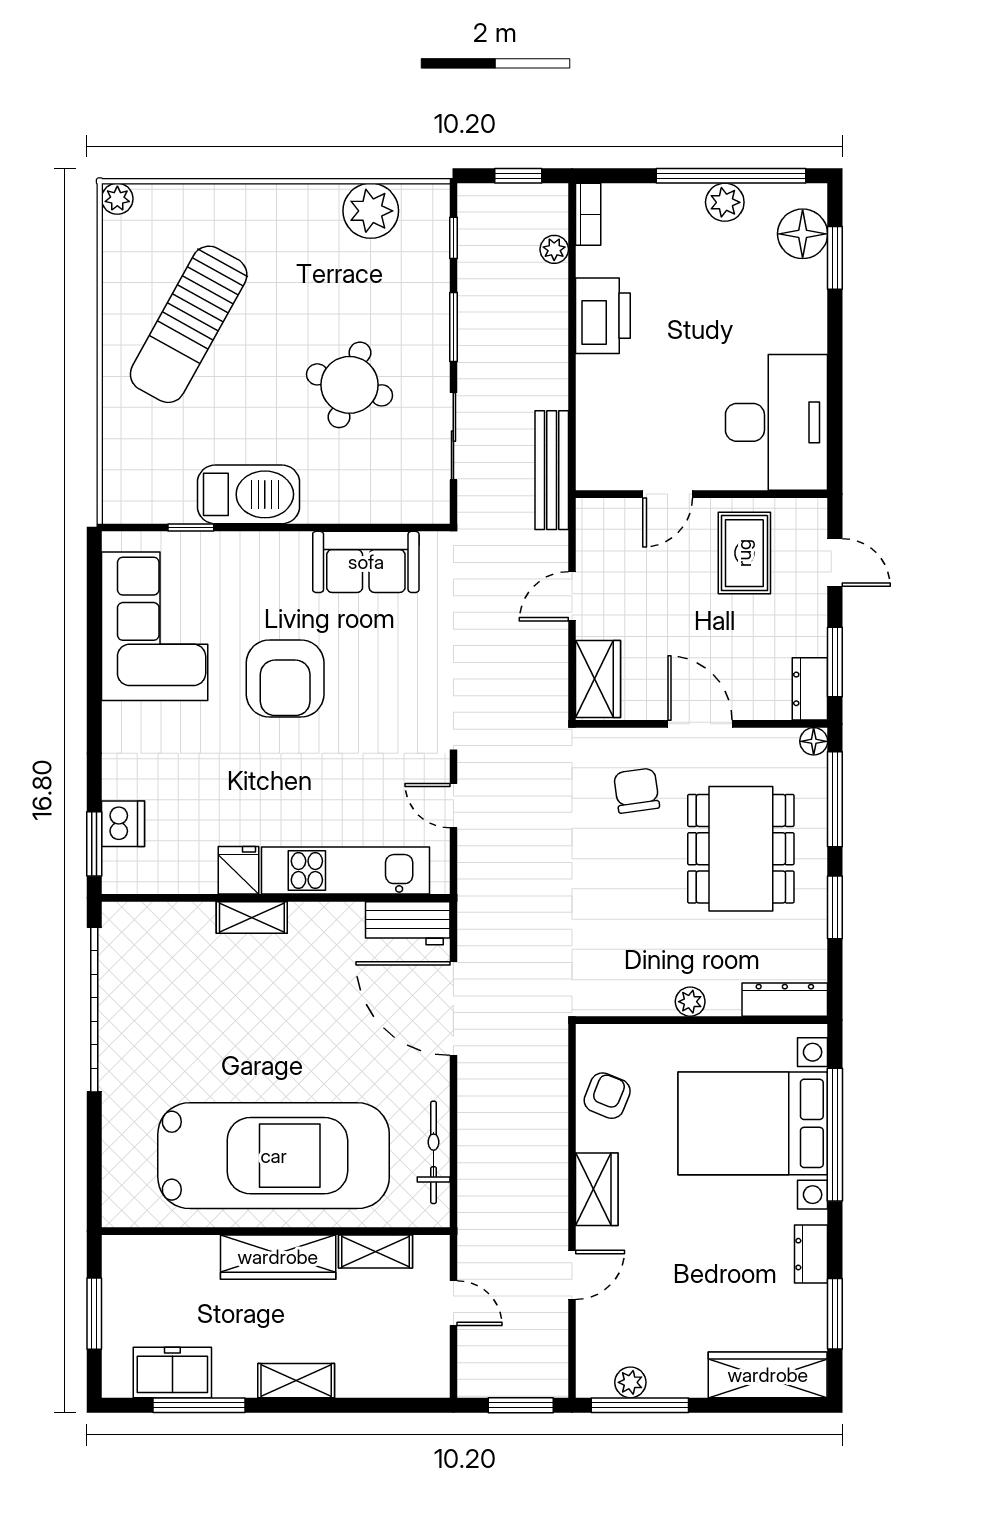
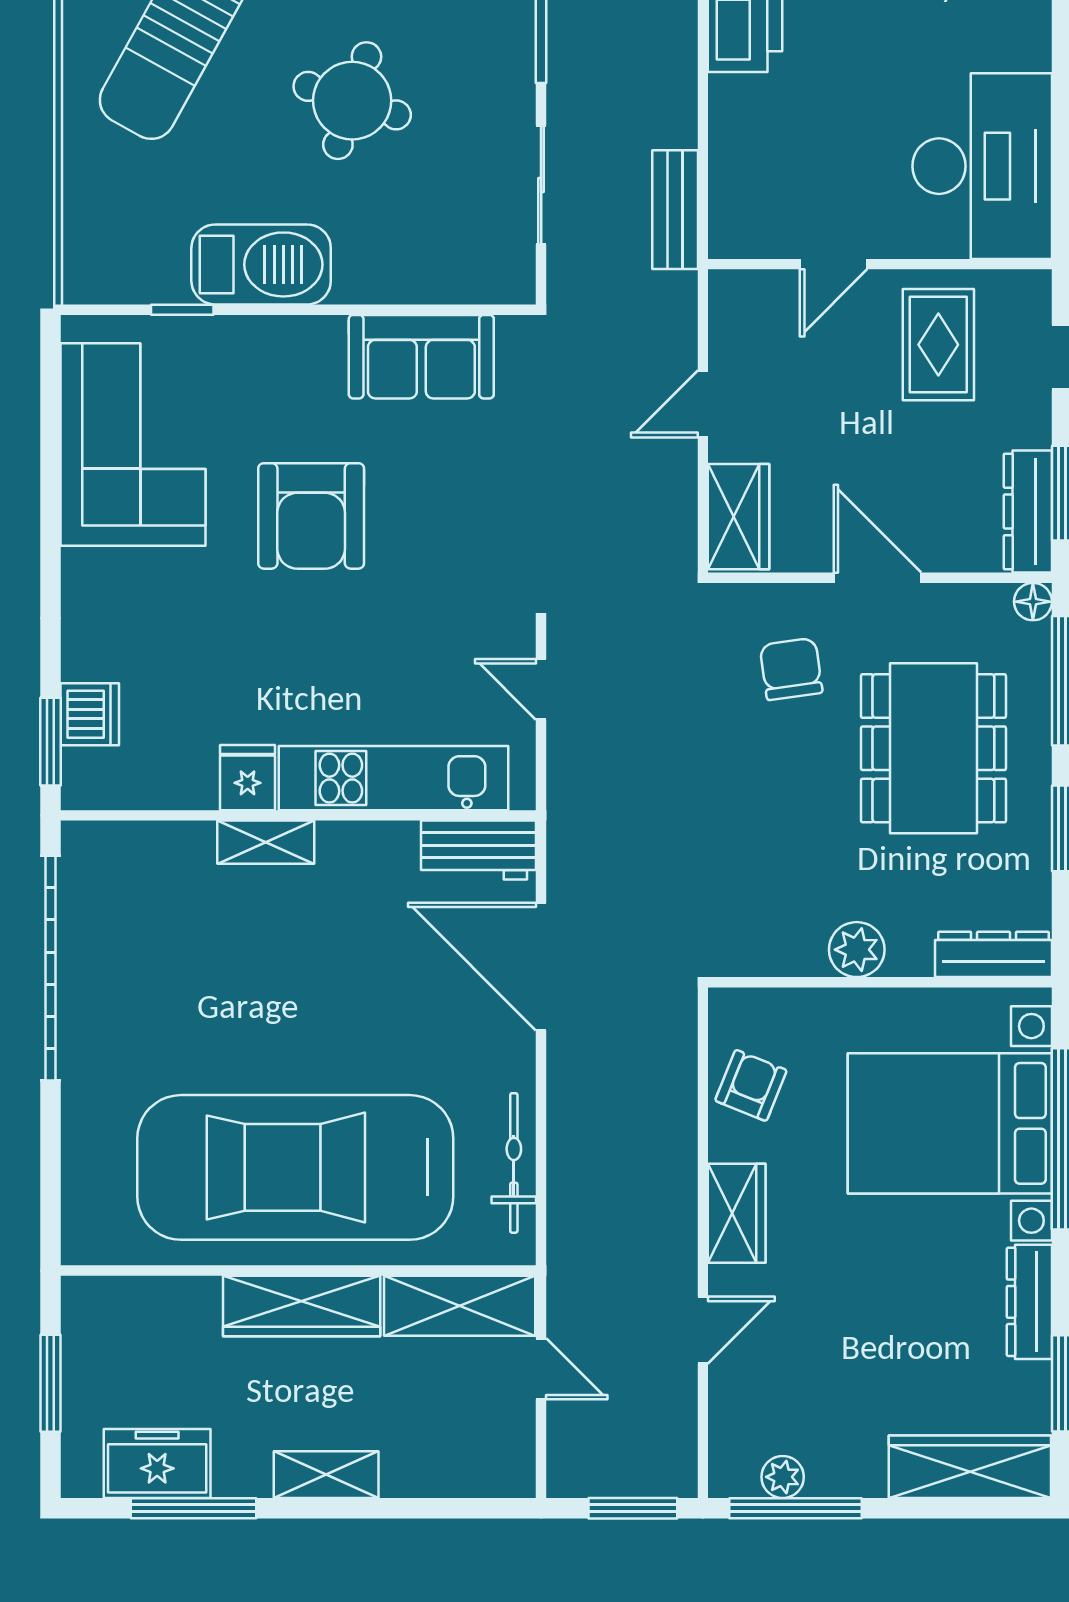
round table: (349, 385) -> (352, 101), moved
bench: (552, 470) -> (675, 210), width x0.73
dresser: (810, 689) -> (1028, 511), width x1.44
plant: (690, 1002) -> (857, 950), width x1.38, depth x1.38
car: (274, 1156) -> (295, 1167), turned 180
shelving: (375, 1251) -> (460, 1306), width x1.50, depth x1.33
dresser: (811, 1254) -> (1029, 1302), width x1.44

